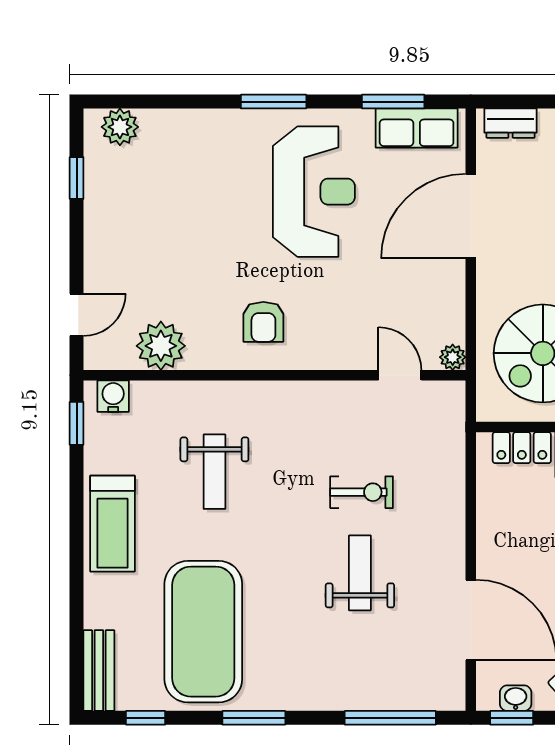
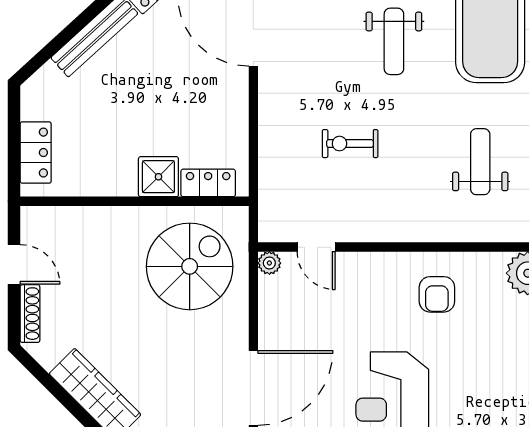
armchair: (263, 322) -> (437, 294), turned 180
weight bench: (360, 573) -> (394, 41), moved

